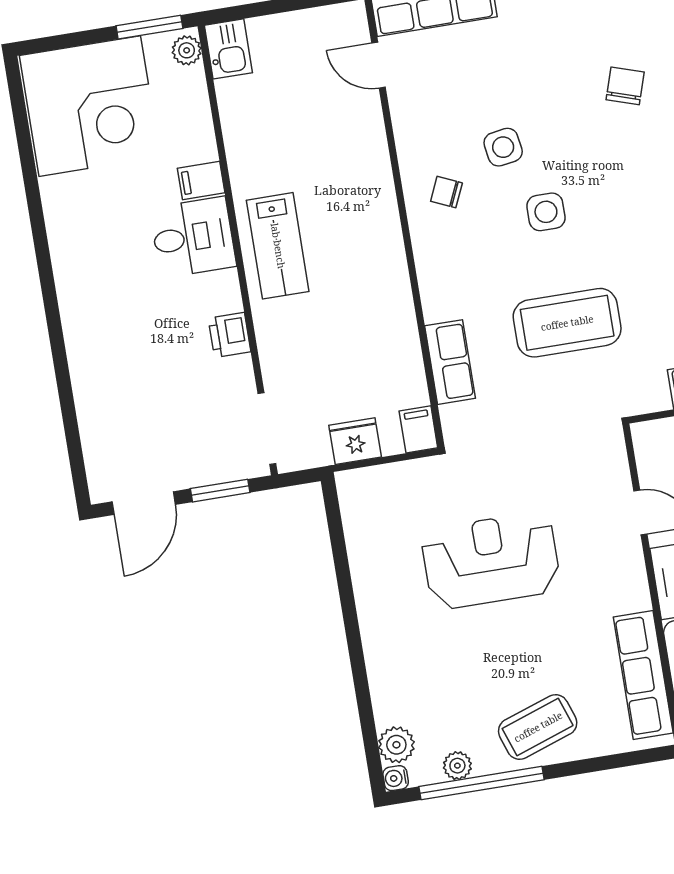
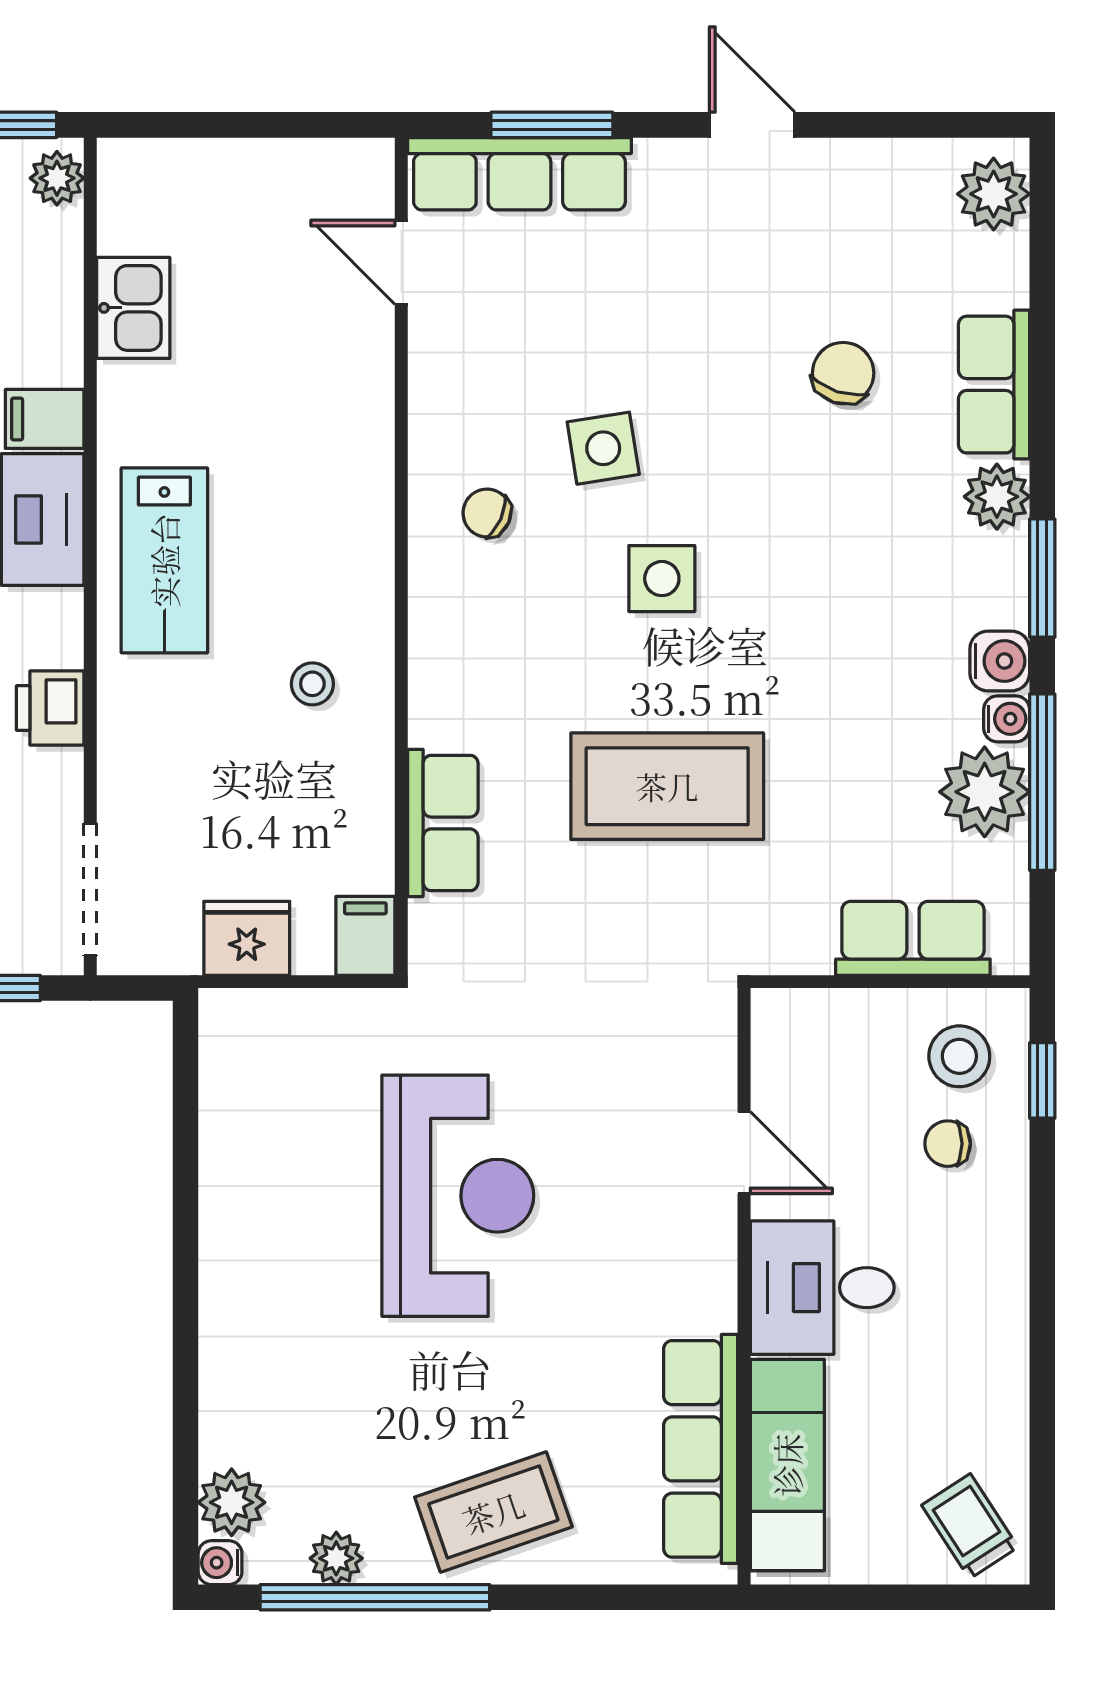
kitchen sink: (228, 49) -> (133, 308), moved
stool: (368, 299) -> (312, 684), added
reception desk: (491, 561) -> (458, 1196), turned 90

